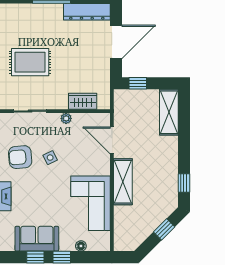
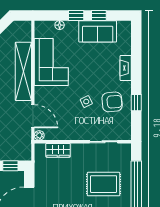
plant: (66, 118) -> (39, 135), moved
shelving: (123, 182) -> (23, 71), width x1.47

